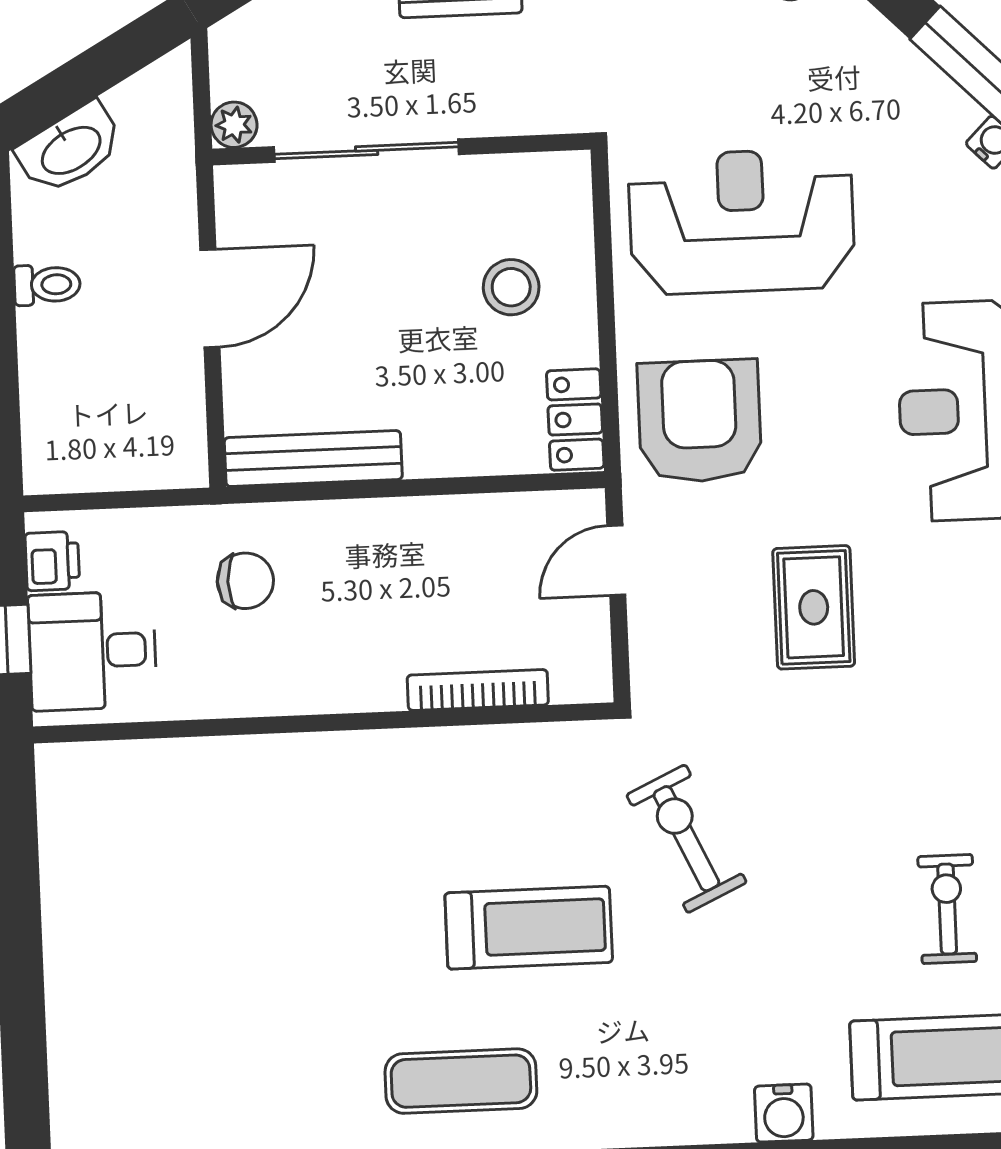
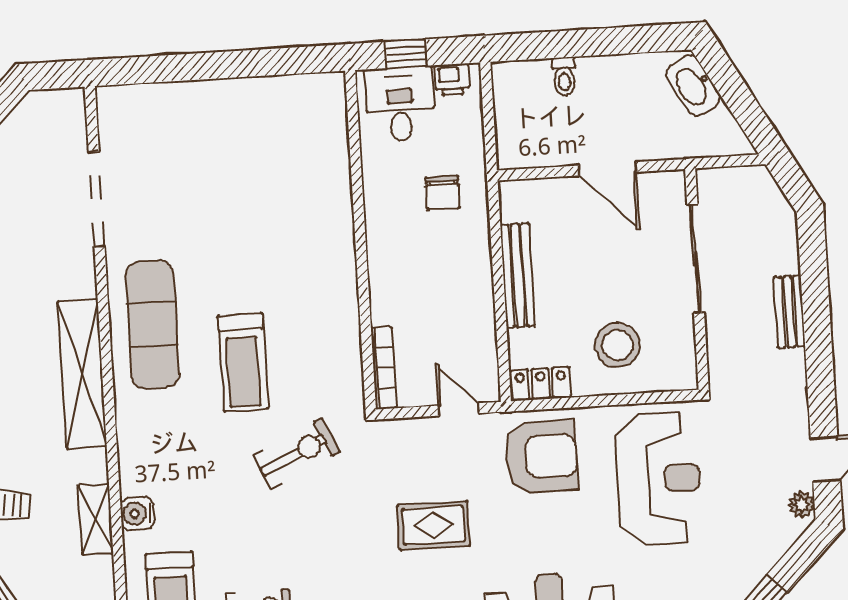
plant: (234, 125) -> (709, 181), removed
toilet: (47, 285) -> (564, 76), moved
stool: (511, 287) -> (617, 345), width x1.38, depth x1.38
bench: (313, 459) -> (518, 275), moved
bookcase: (478, 690) -> (384, 368), moved
exercise mat: (461, 1081) -> (152, 324), width x1.36, depth x1.45

